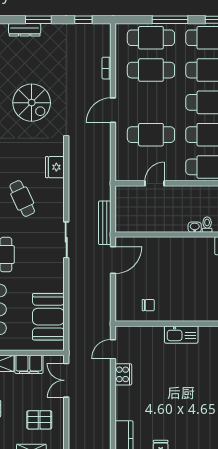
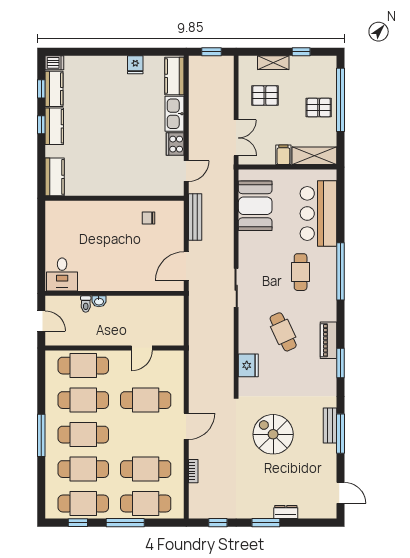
dresser: (25, 30) -> (286, 512), width x0.70
bench: (105, 223) -> (195, 217), moved
kitchen sink: (181, 335) -> (175, 114), moved, turned -90
filing cabinet: (29, 364) -> (283, 155), width x0.50

